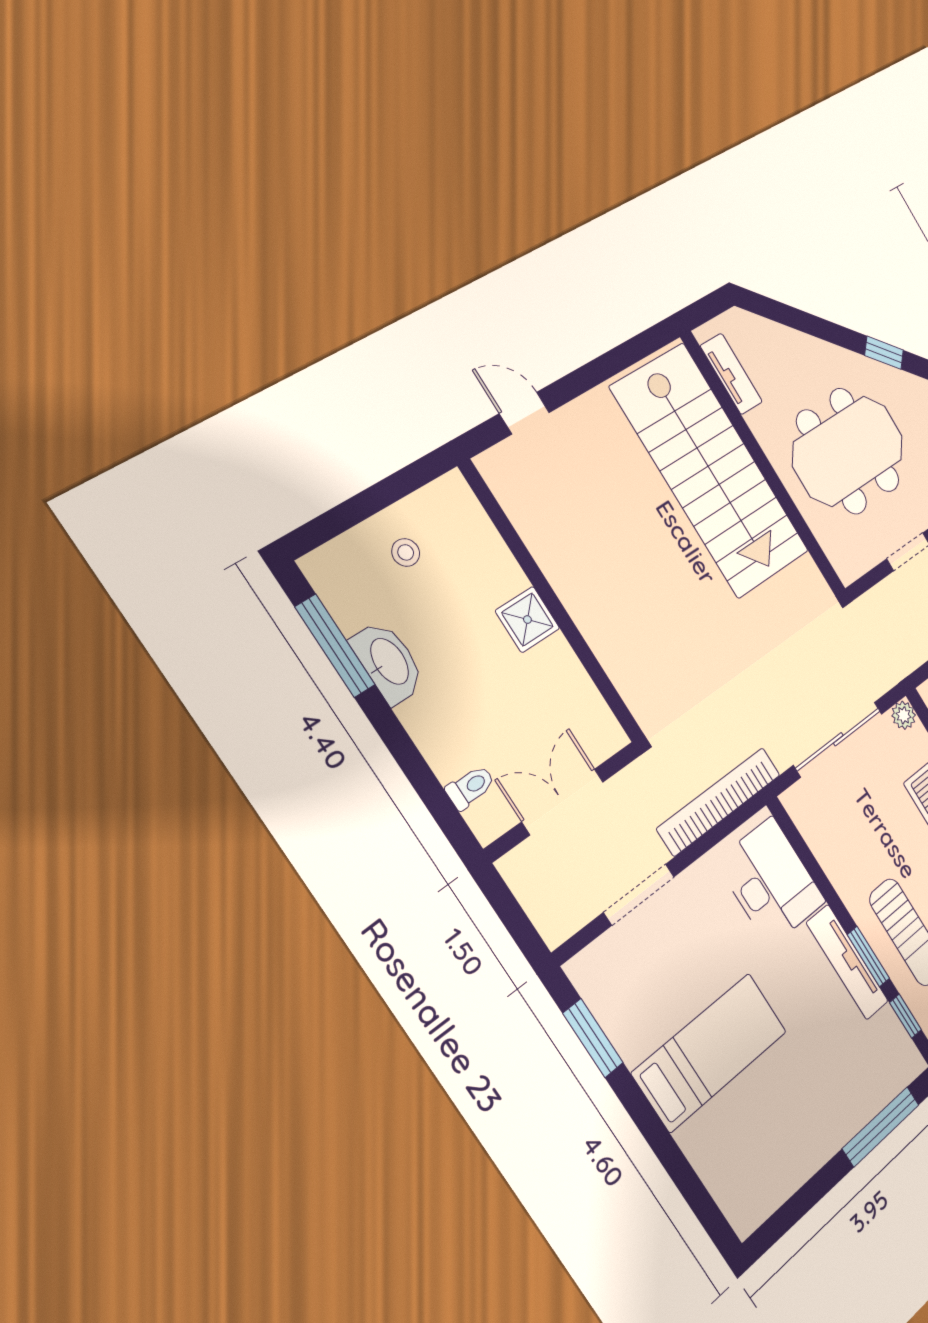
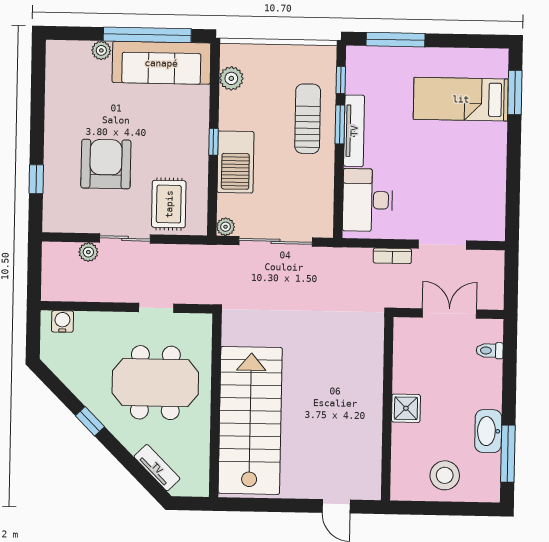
tv unit: (731, 374) -> (157, 468), moved, turned 135
stool: (406, 552) -> (445, 475), width x1.89, depth x1.89
bookcase: (719, 801) -> (392, 256), width x0.43, depth x0.76
double door: (563, 802) -> (449, 314), swing flipped
window: (593, 1038) -> (515, 92), moved
bed: (710, 1052) -> (461, 99), moved

